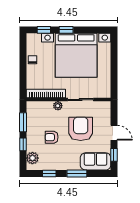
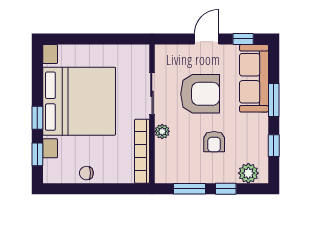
armchair: (81, 129) -> (200, 94), turned 180
sofa: (96, 161) -> (254, 78), width x1.36

